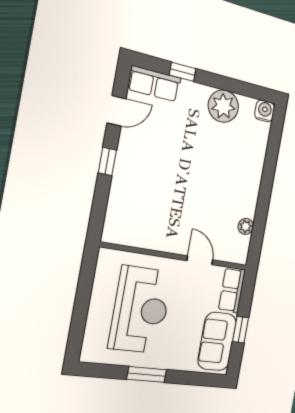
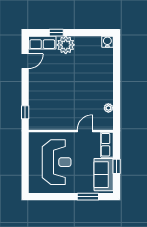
plant: (223, 106) -> (66, 45), moved
window: (107, 161) -> (25, 112), moved
door: (200, 260) -> (85, 131), hinge flipped
window: (147, 374) -> (88, 197), moved

